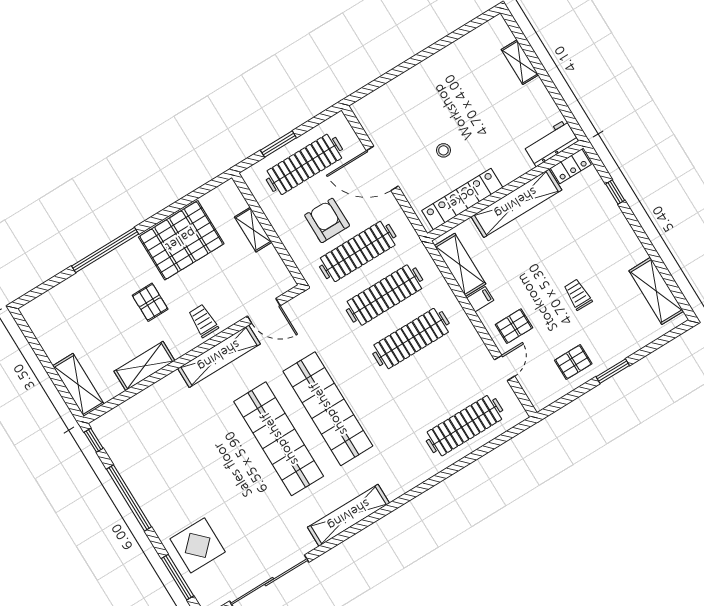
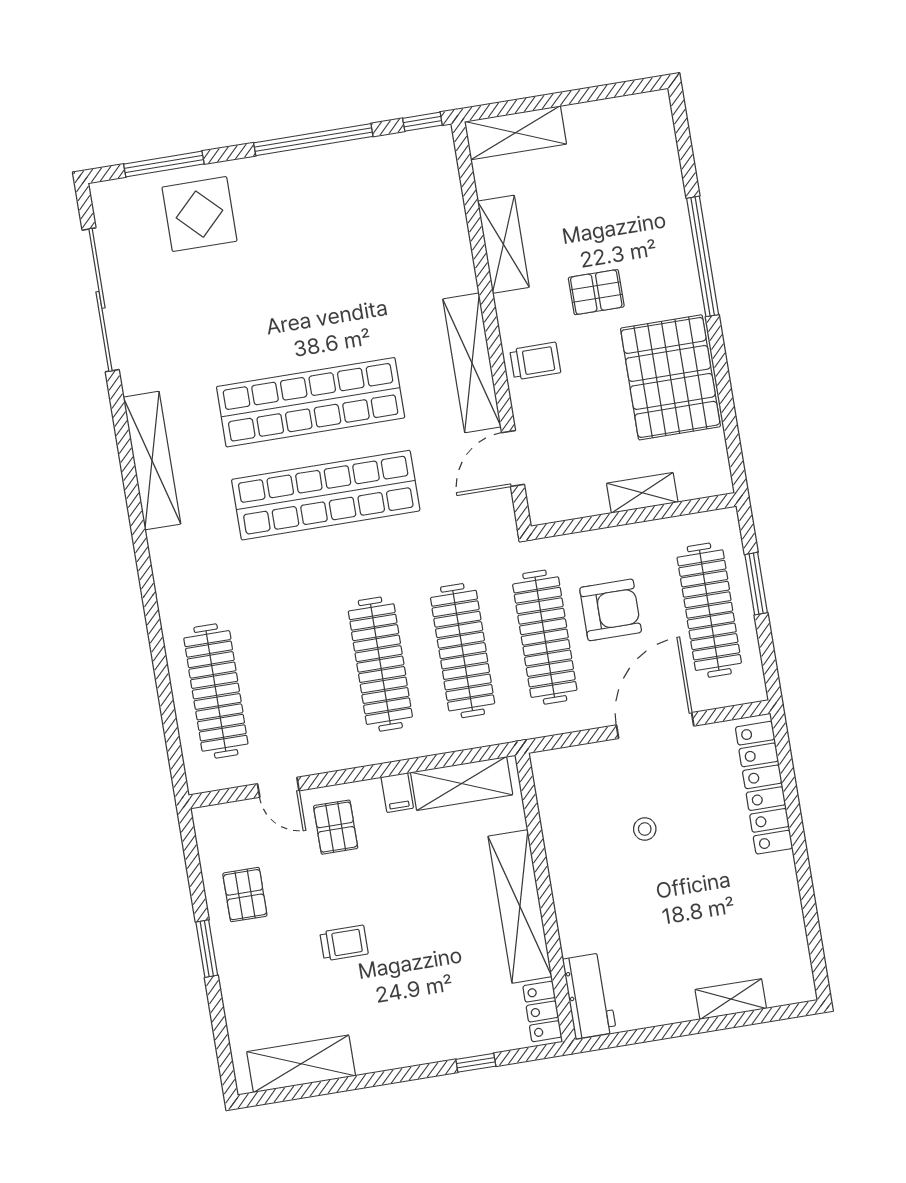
locker: (462, 199) -> (764, 788), moved, turned 180

